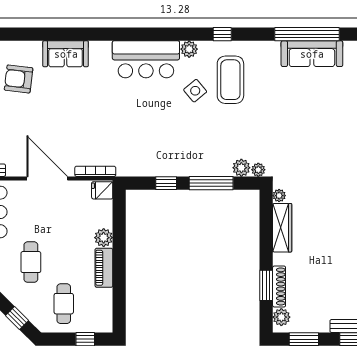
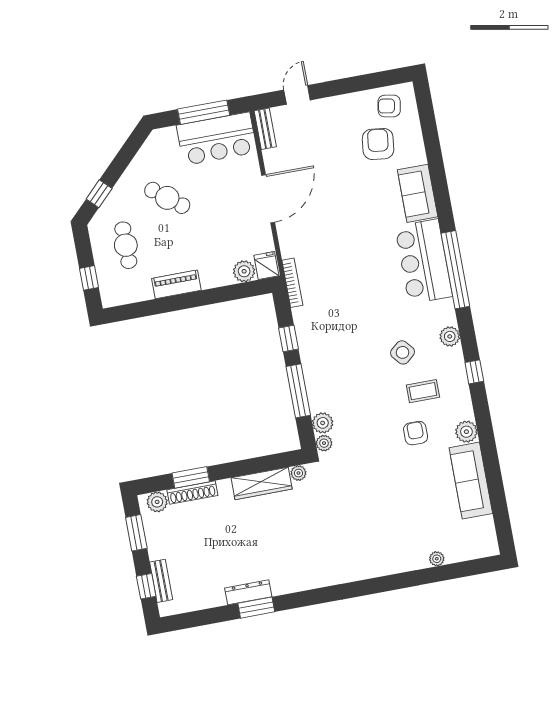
window: (307, 34) -> (455, 270), moved
plant: (271, 50) -> (466, 432), added
bar counter: (146, 59) -> (424, 261), moved
coffee table: (230, 80) -> (423, 391), width x0.54, depth x0.58
armchair: (264, 92) -> (416, 433), added
bookcase: (95, 171) -> (292, 283), moved
plant: (104, 238) -> (244, 271), moved
cafe table: (31, 262) -> (167, 198), turned 38
cafe table: (64, 304) -> (126, 245), turned 90

